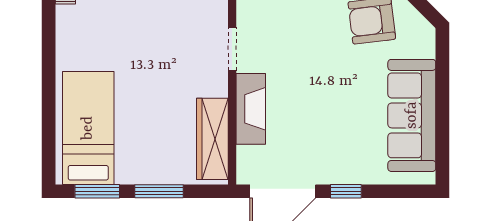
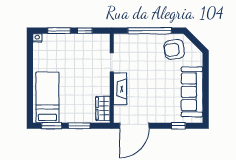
wardrobe: (212, 139) -> (103, 108), width x0.67
window: (346, 191) -> (178, 126), moved

